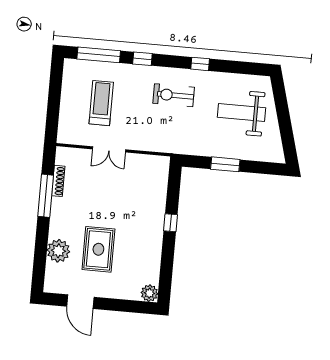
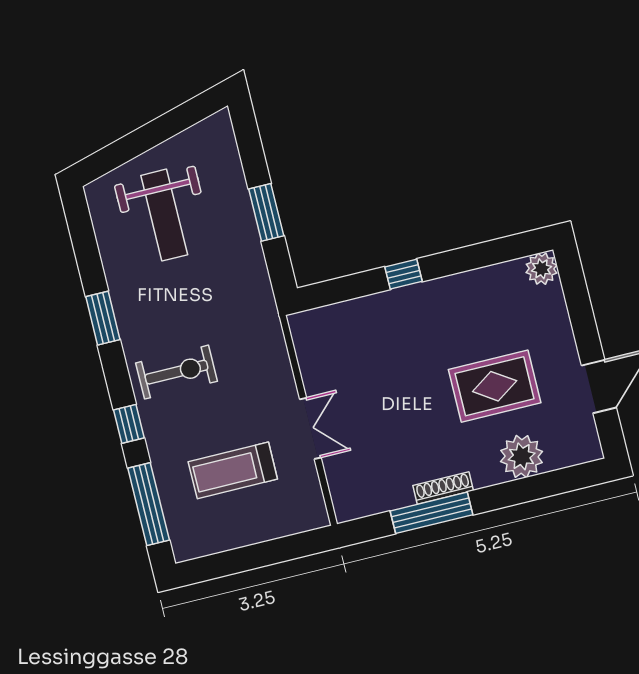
window: (200, 64) -> (103, 318), width x1.50
exercise bike: (174, 95) -> (176, 372), moved, turned -90
shoe rack: (58, 181) -> (443, 488), moved

